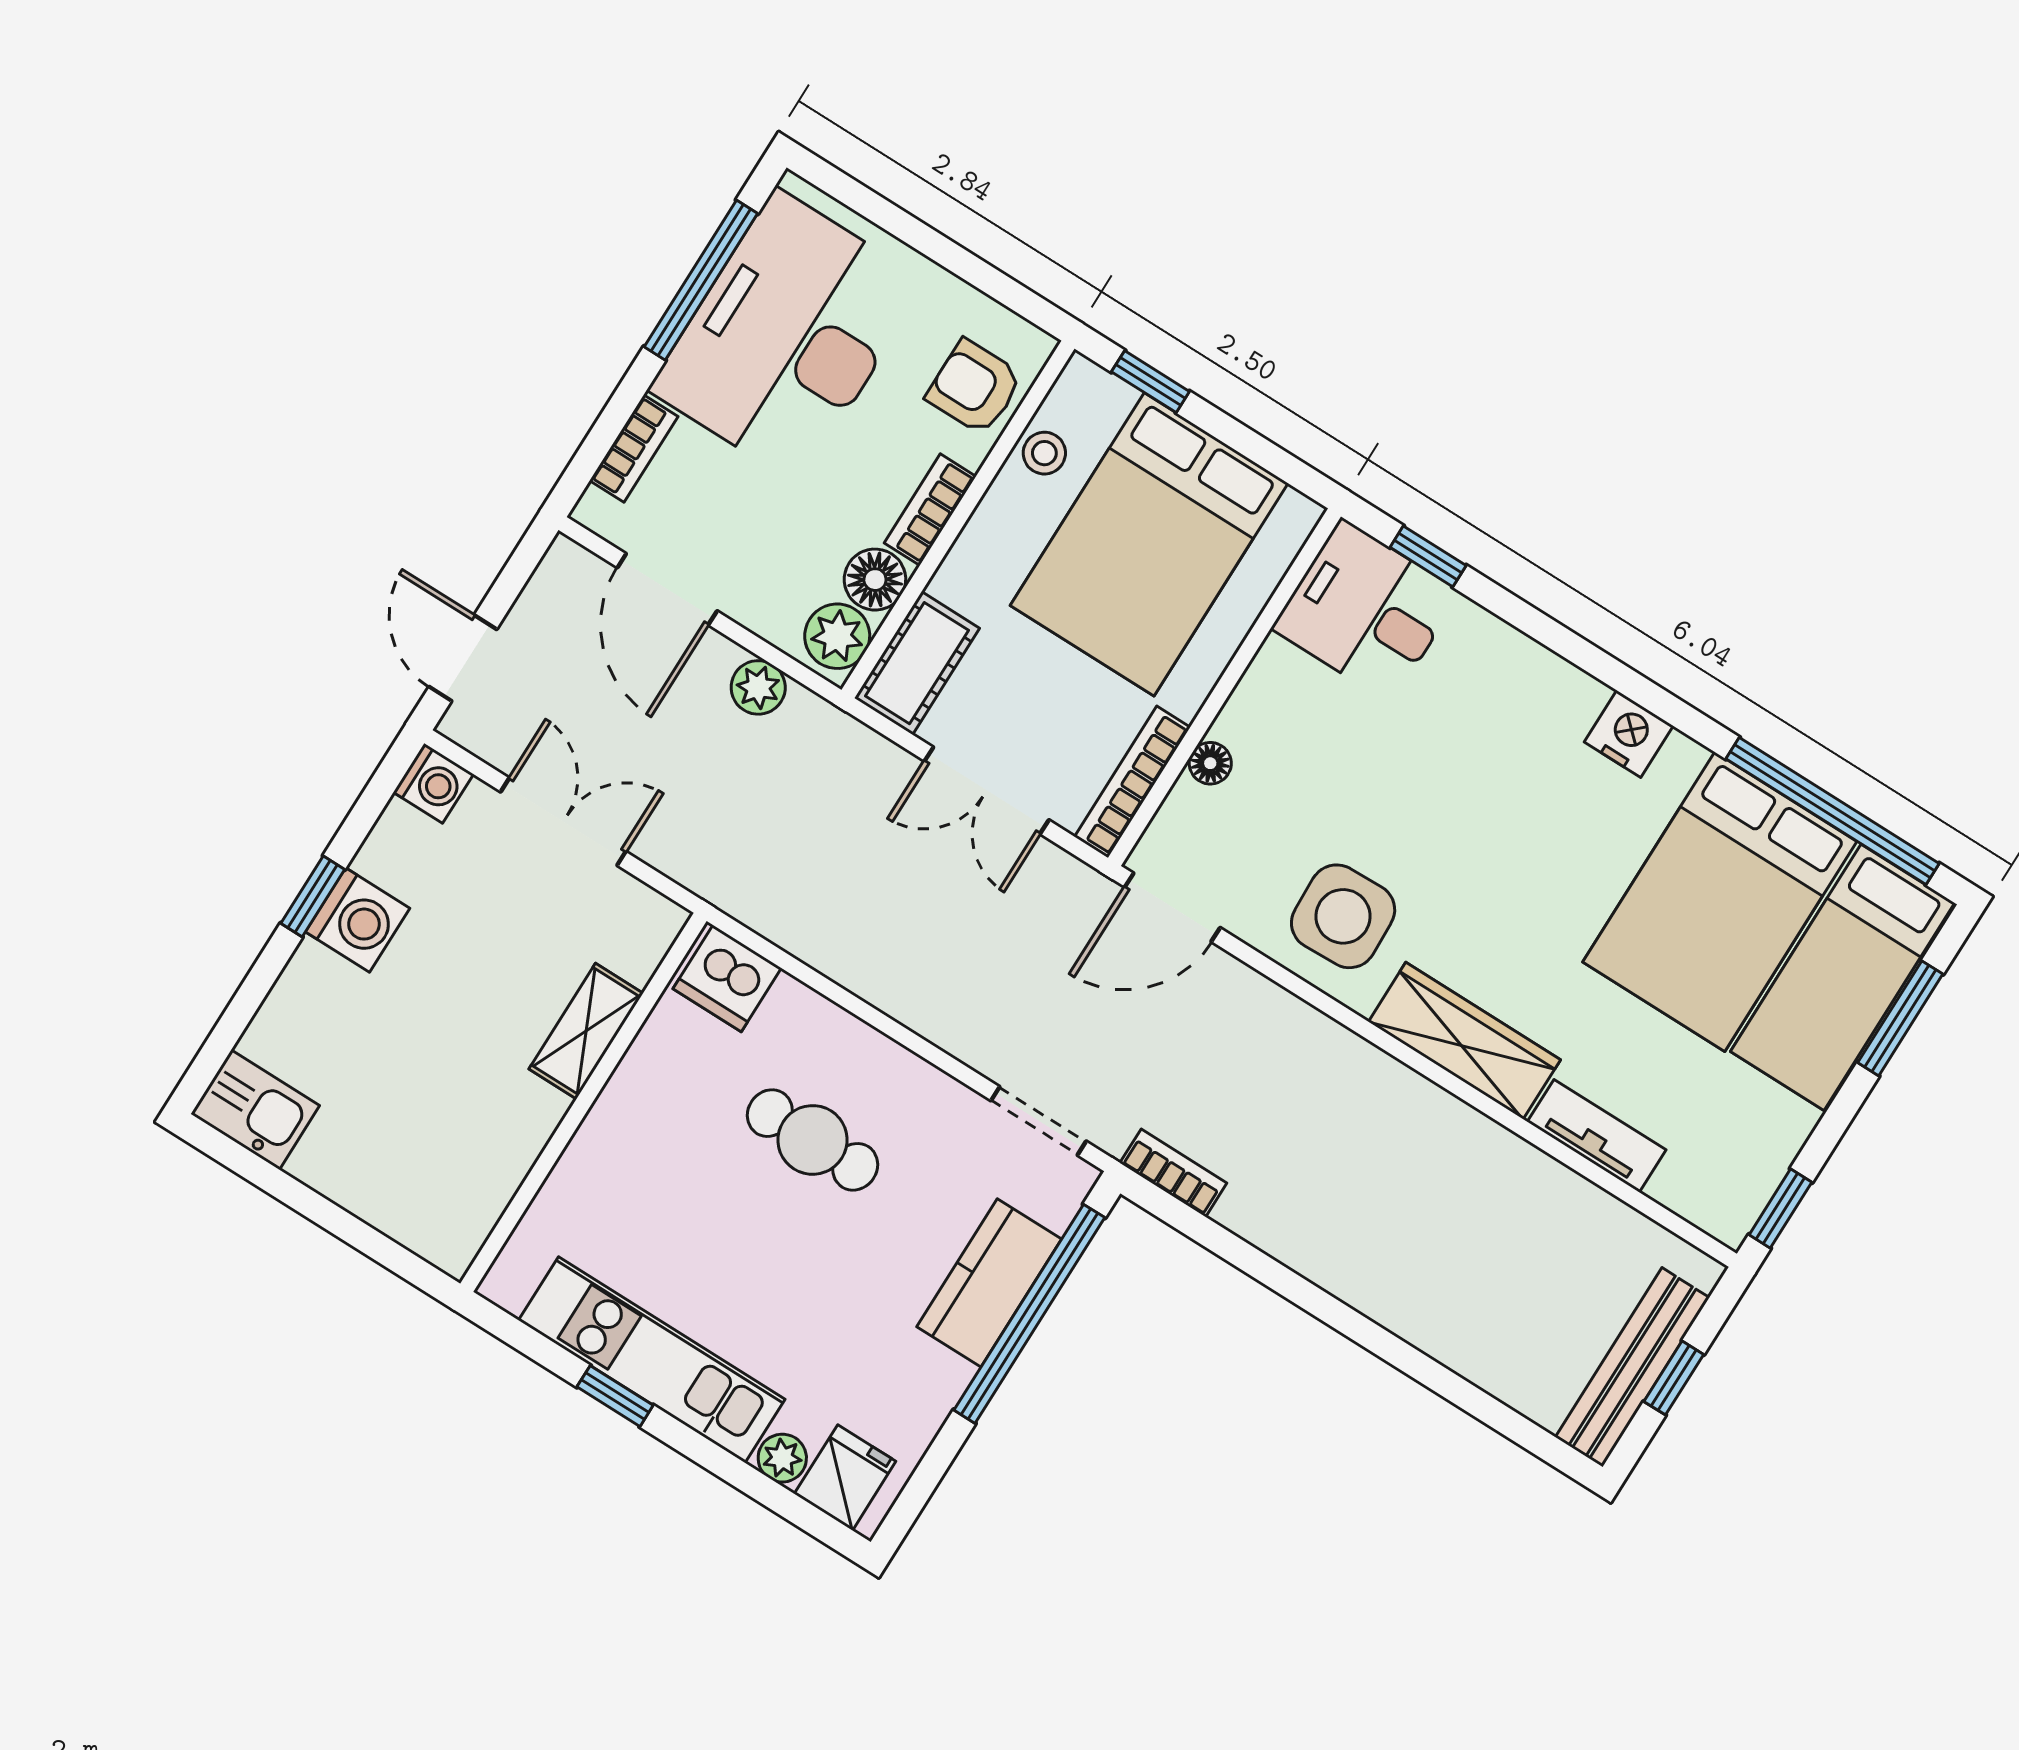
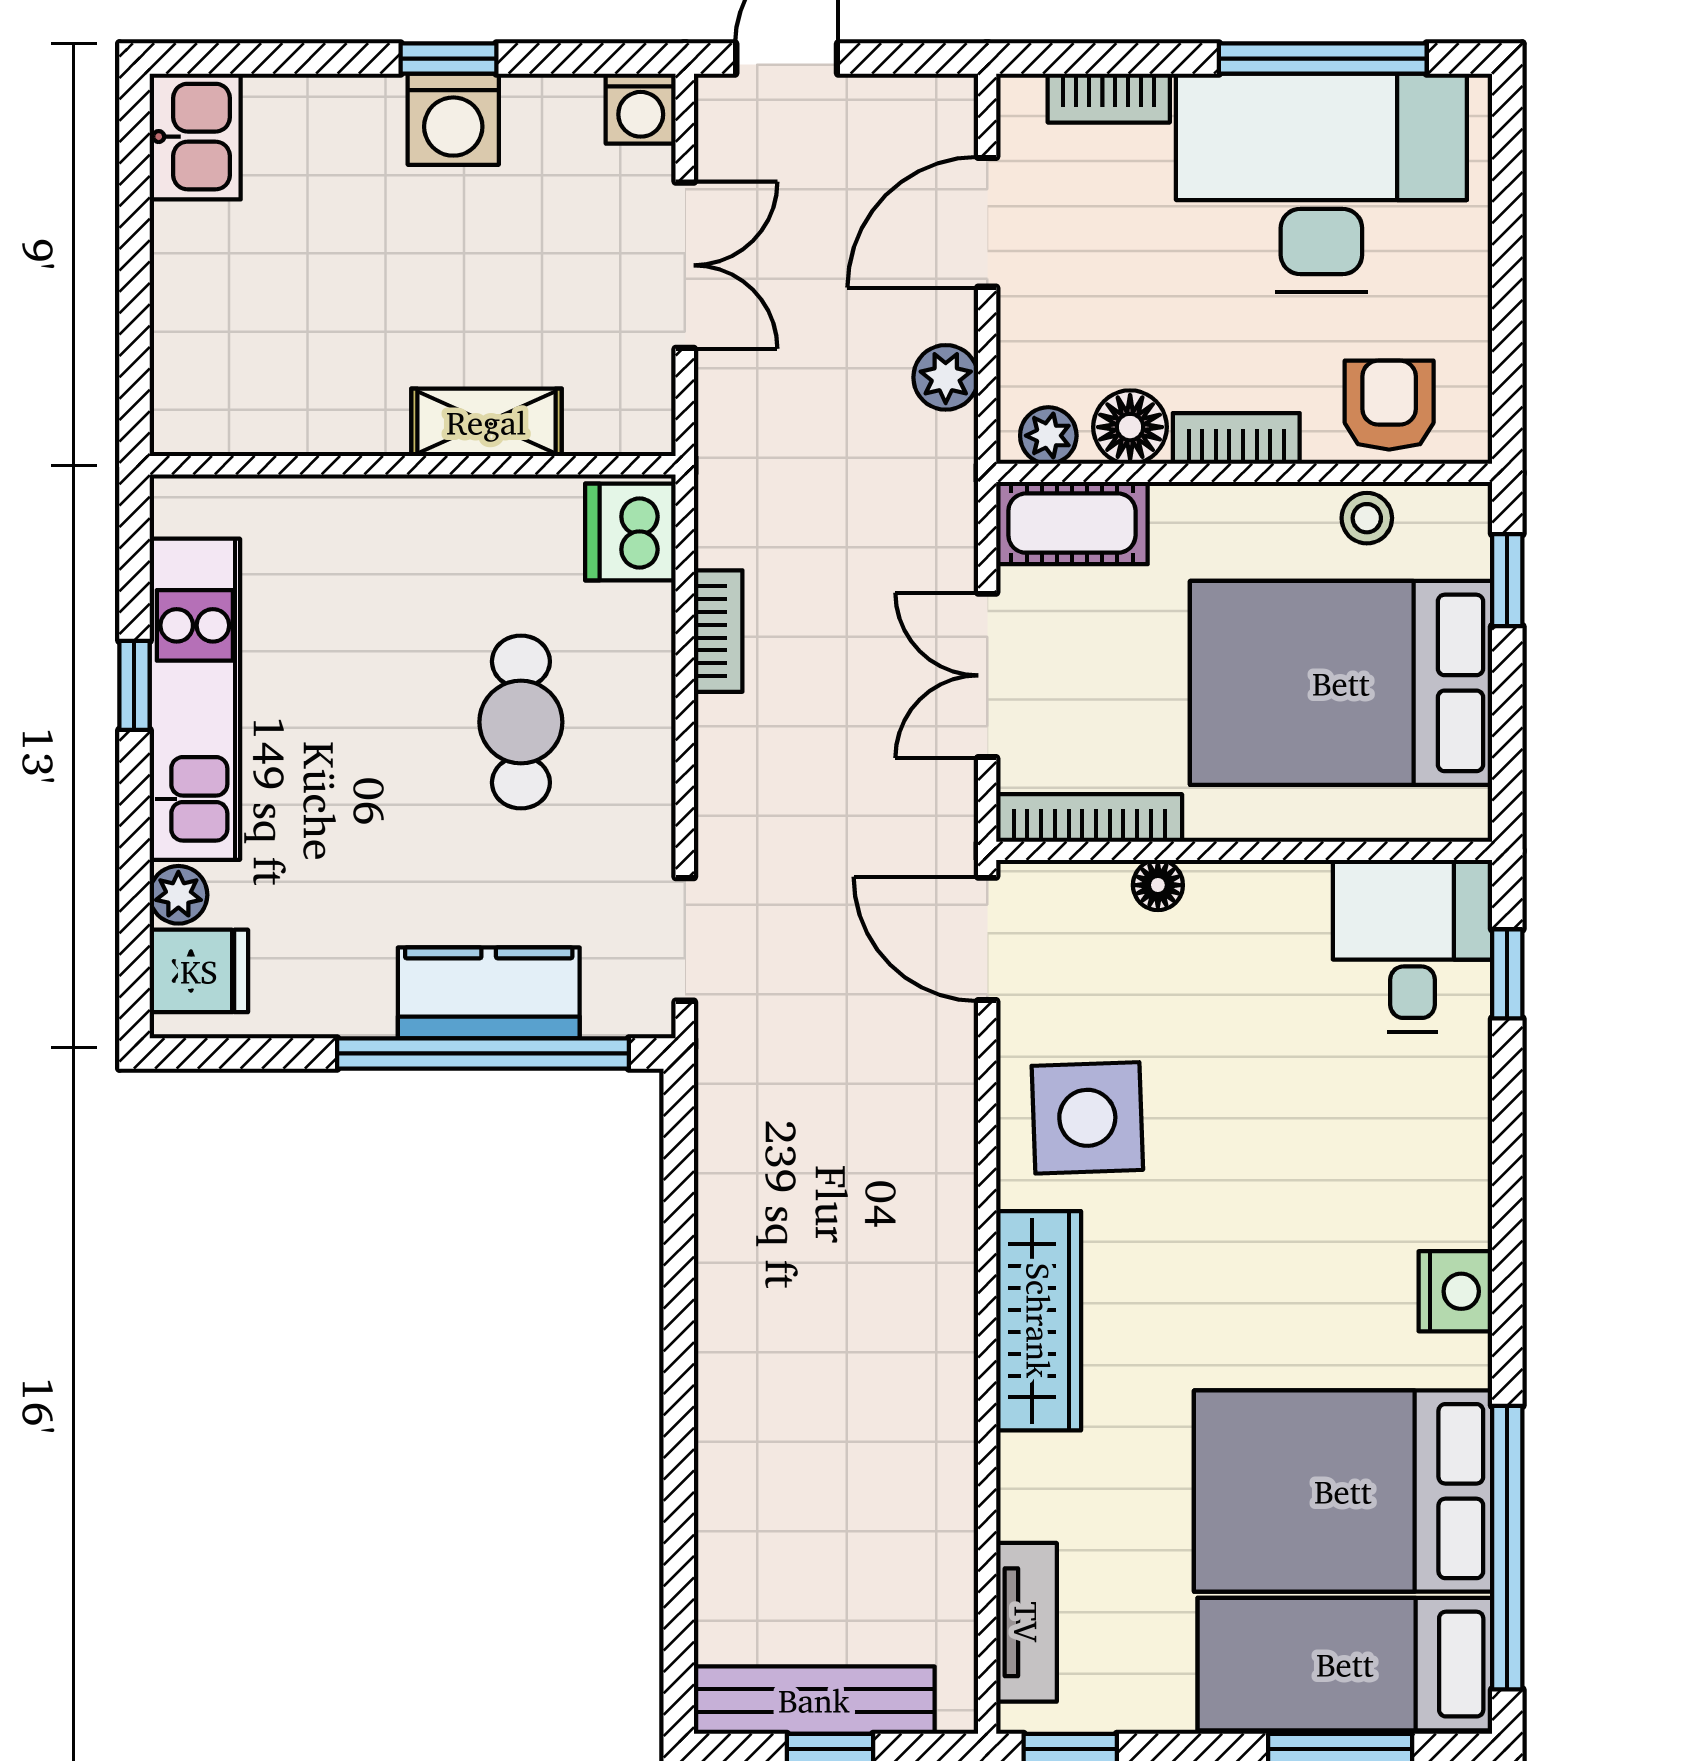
plant: (837, 636) -> (1048, 436), width x0.73, depth x0.73
tv unit: (1597, 1136) -> (1027, 1622), moved
bookcase: (1173, 1173) -> (718, 631), moved

